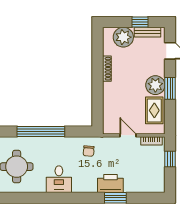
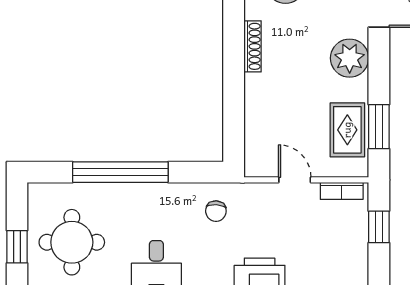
plant: (155, 85) -> (350, 58), moved
window: (170, 88) -> (379, 127), moved

